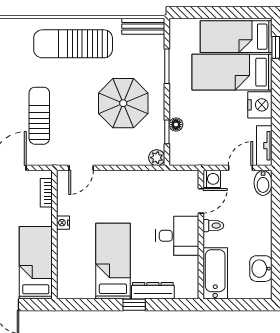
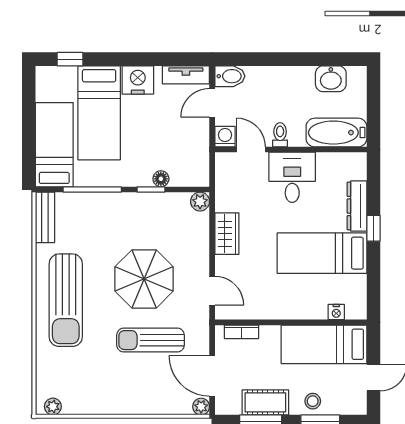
bed: (236, 37) -> (54, 145), moved, turned 180
window: (167, 66) -> (92, 189), width x1.44
parasol: (123, 103) -> (144, 279), moved
window: (167, 132) -> (151, 189), moved
door: (240, 168) -> (212, 103), hinge flipped
wardrobe: (130, 180) -> (227, 234), added
nightstand: (63, 223) -> (336, 312), moved

